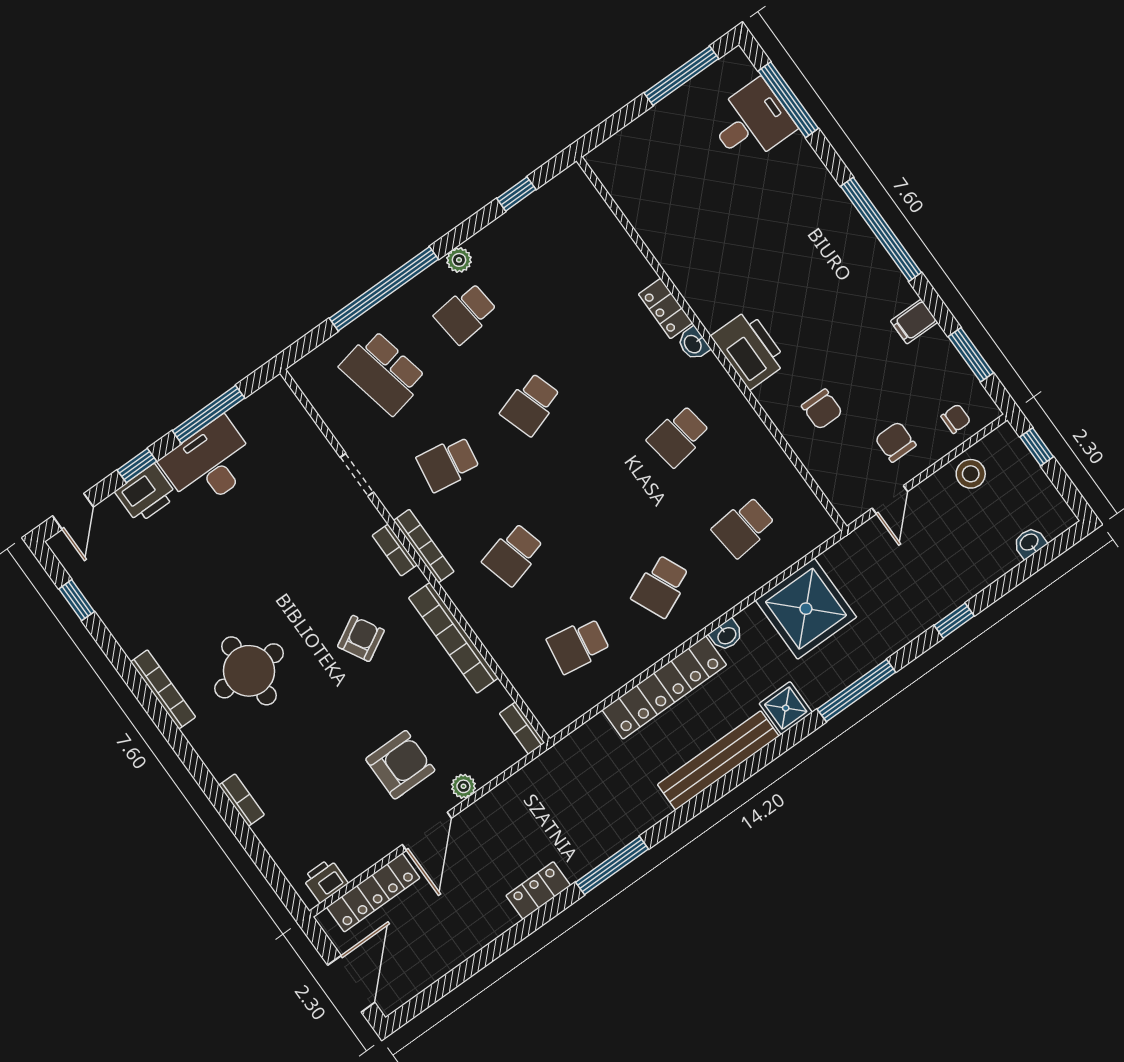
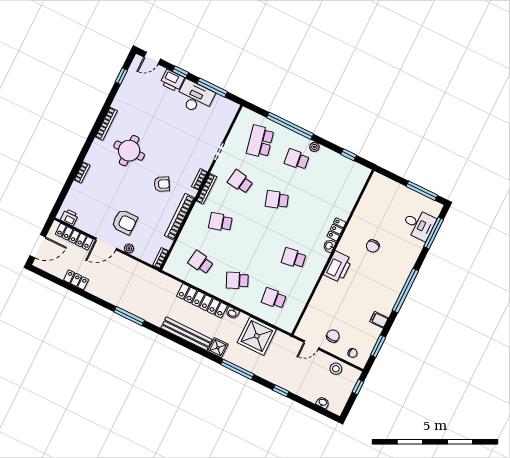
chair: (822, 409) -> (373, 246), moved
locker: (538, 890) -> (76, 280), moved

